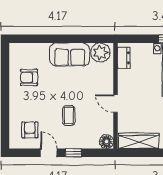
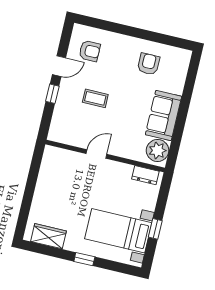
wardrobe: (139, 141) -> (48, 170), removed
floor lamp: (106, 142) -> (56, 134), removed

